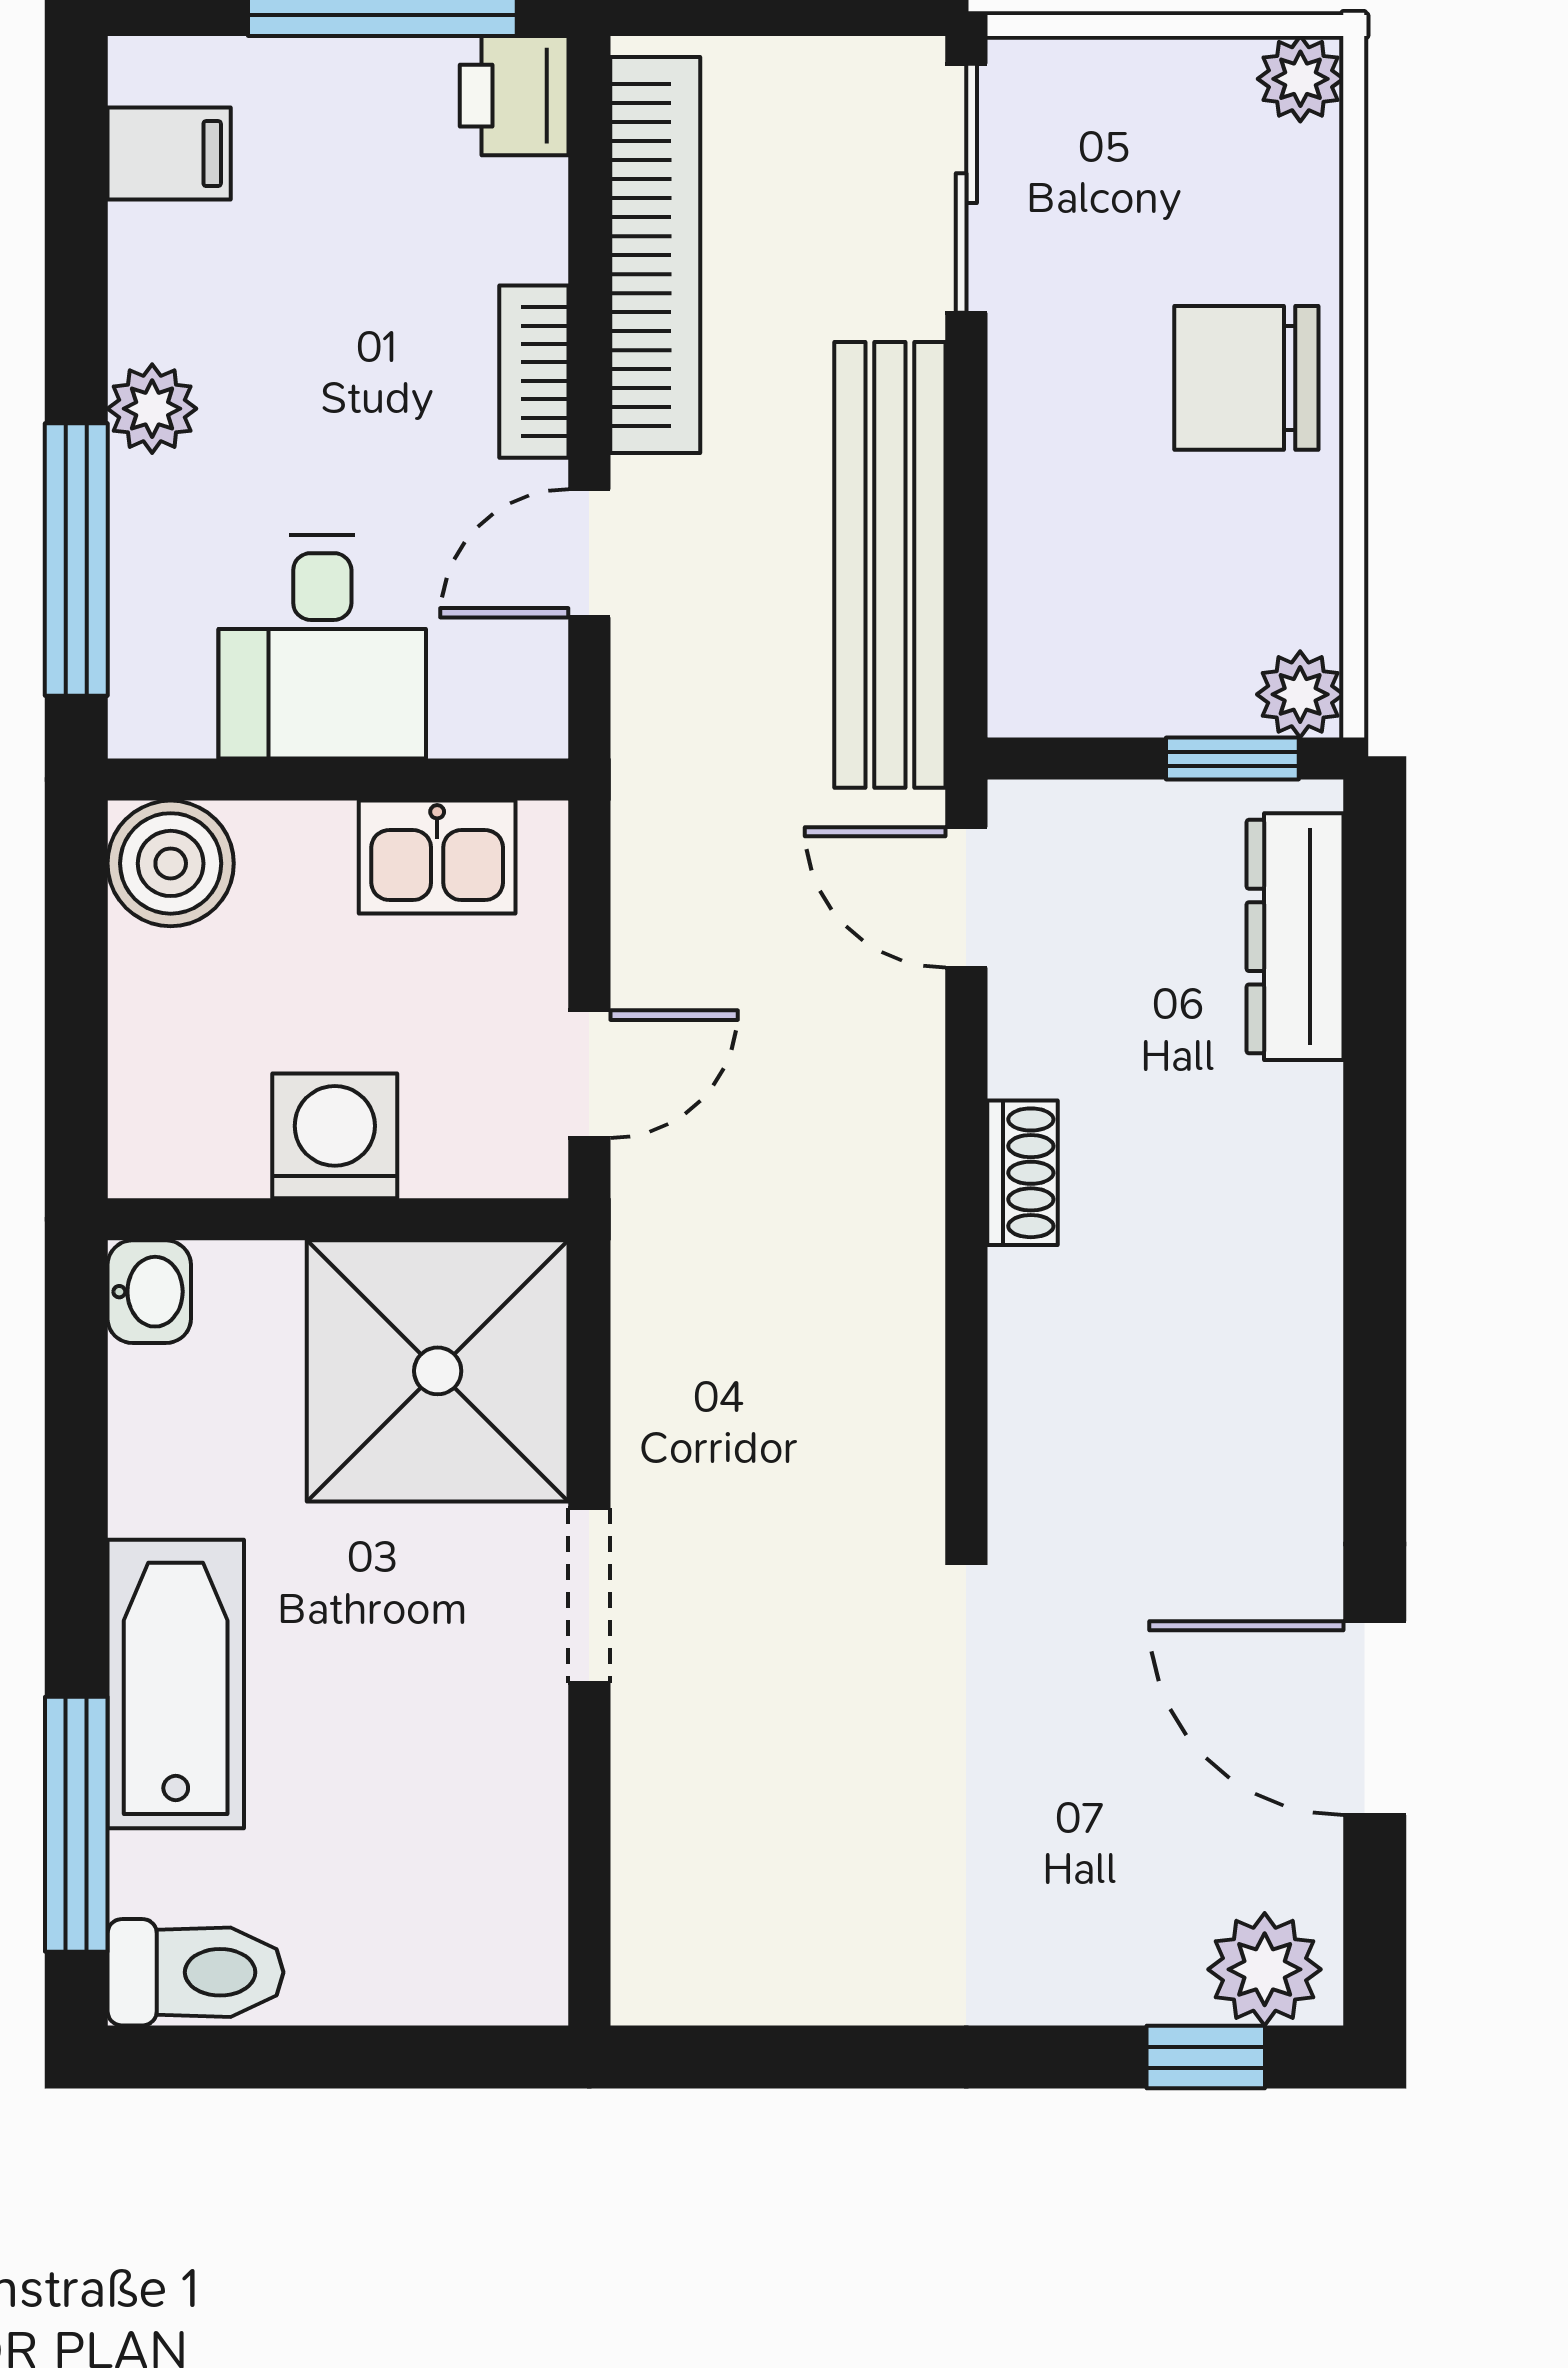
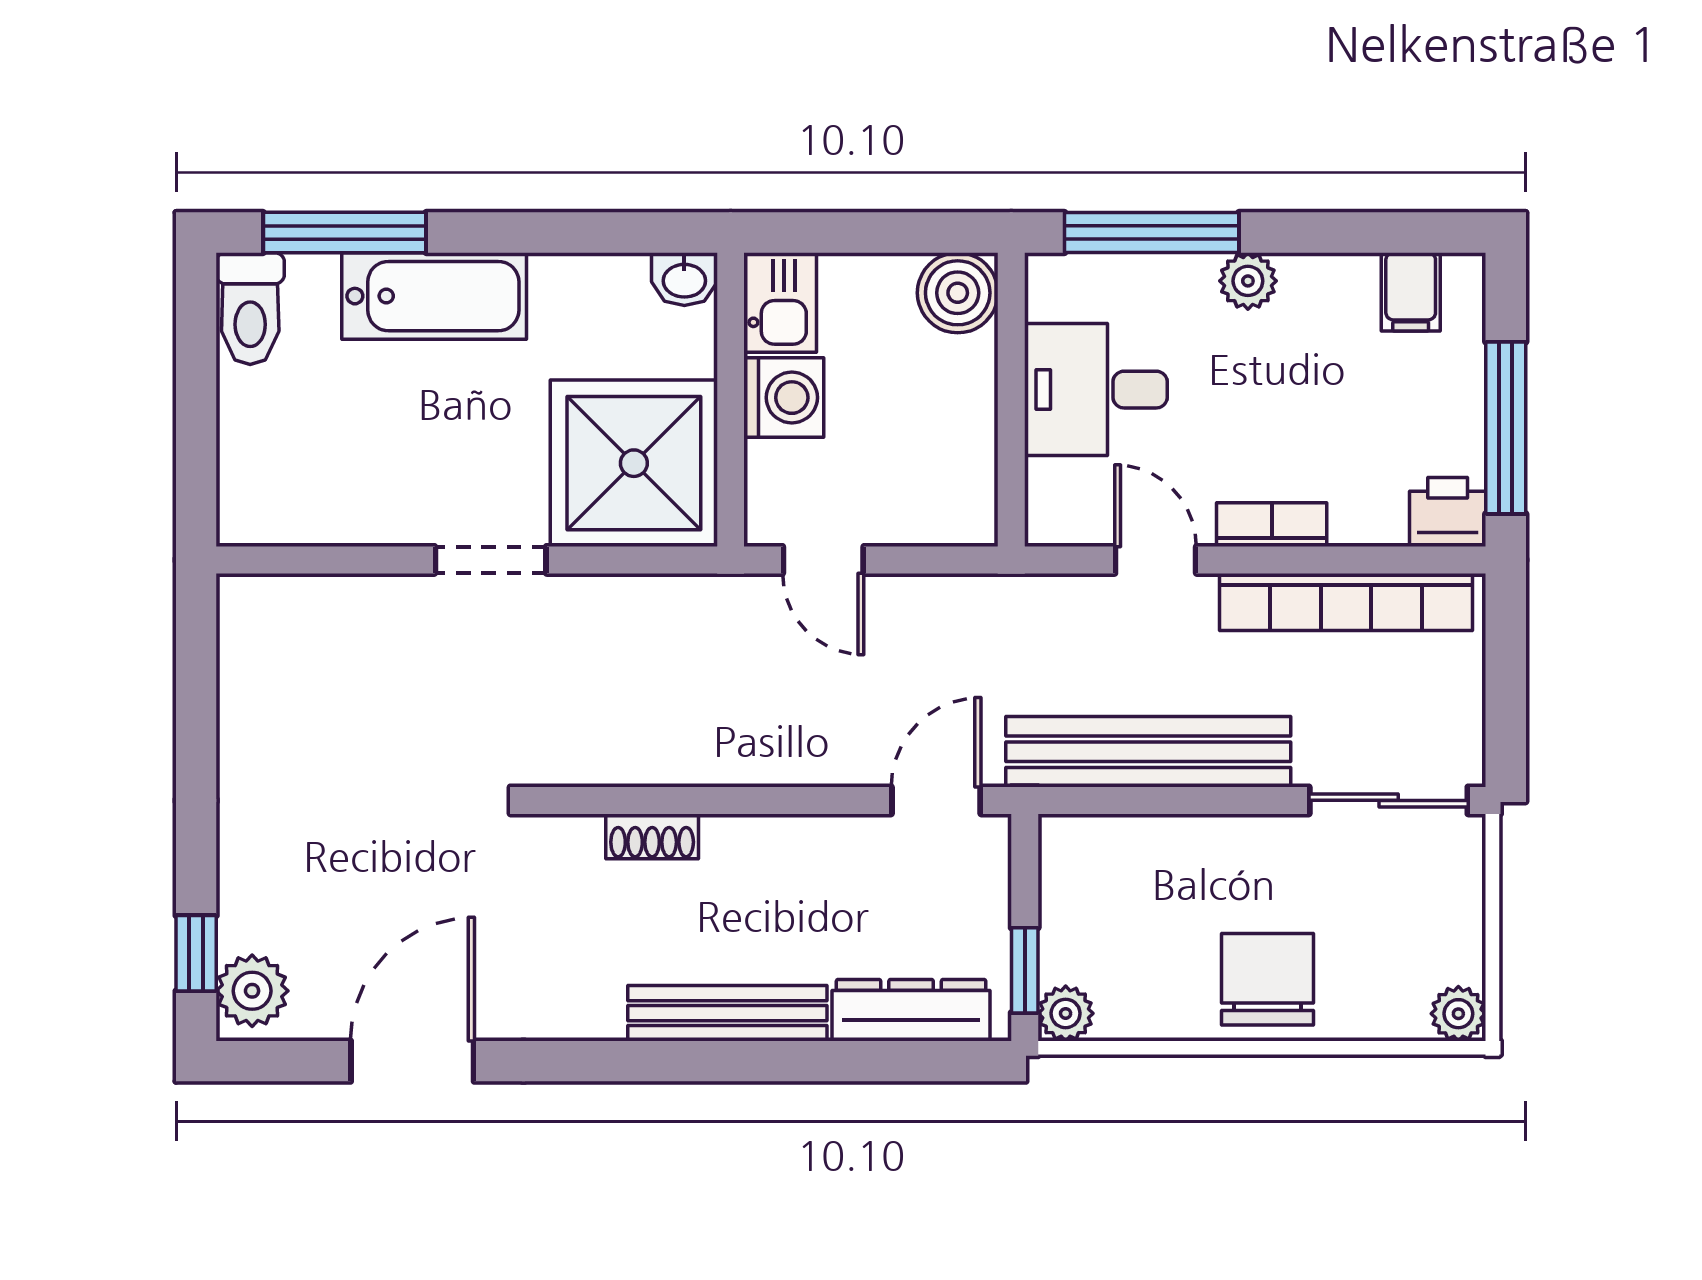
kitchen sink: (437, 857) -> (780, 302), moved, turned 180
shoe rack: (1022, 1173) -> (652, 836), moved
bench: (1300, 1224) -> (727, 1013), added

